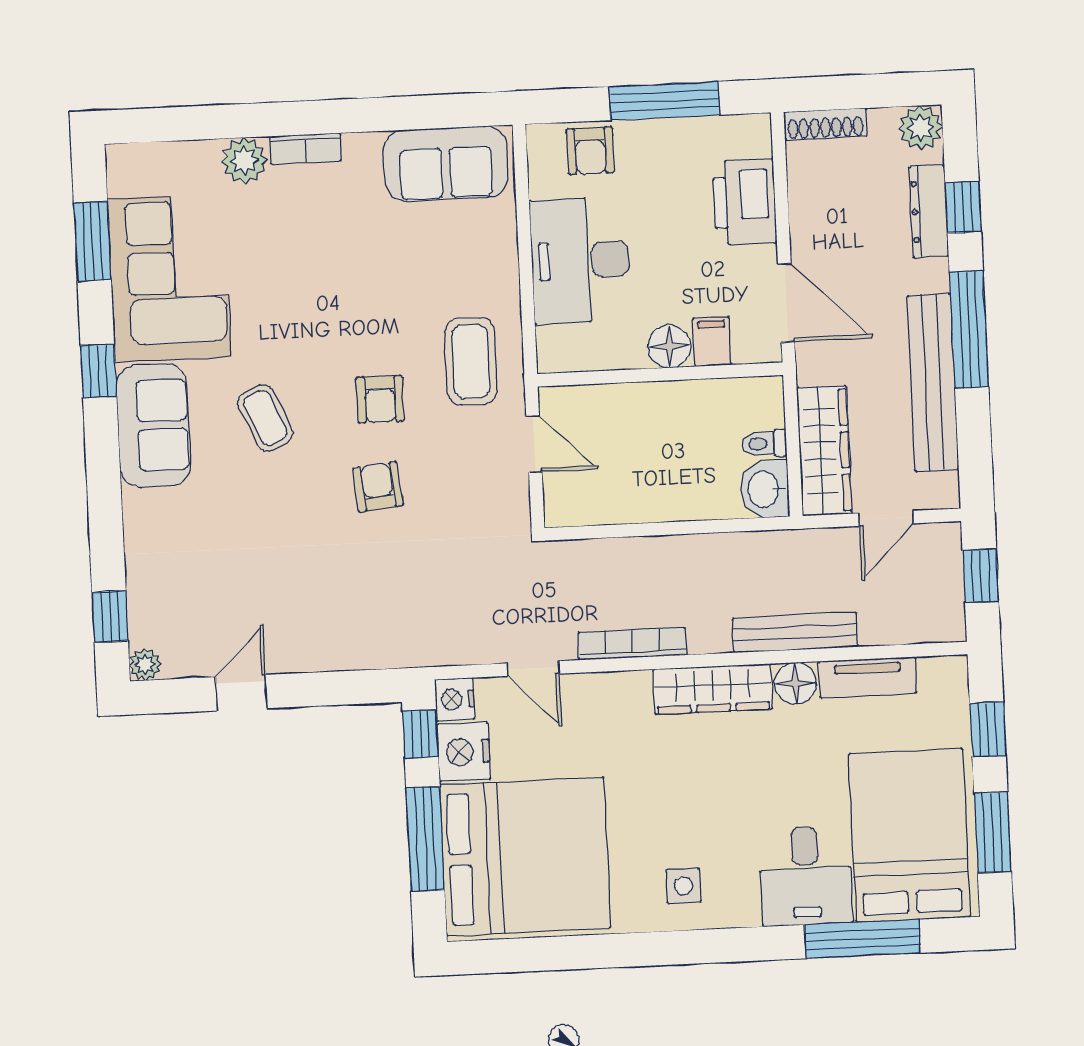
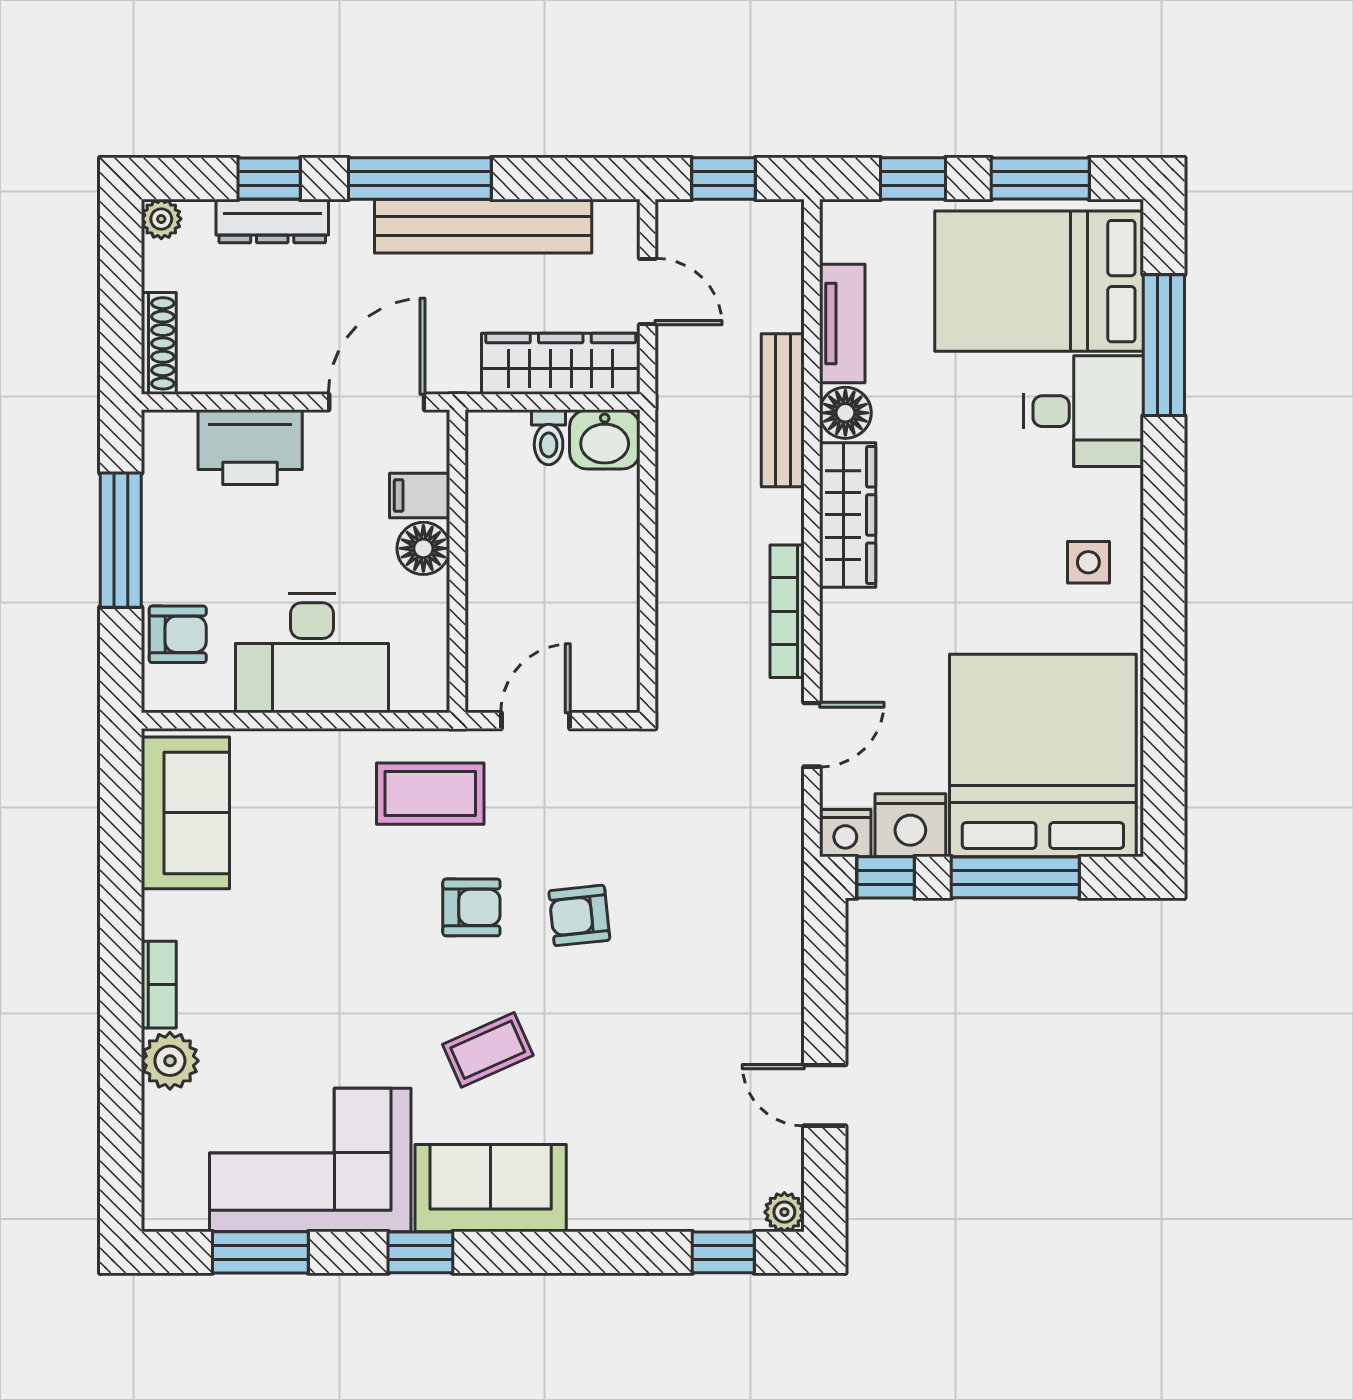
plant: (921, 128) -> (161, 219), width x0.73, depth x0.73

